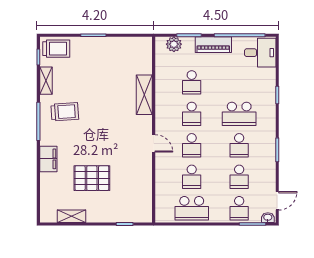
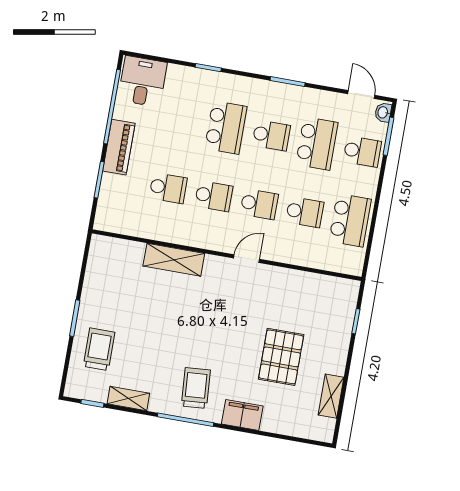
plant: (174, 44) -> (108, 204), removed
trolley: (56, 49) -> (99, 349), moved
trolley: (65, 112) -> (196, 388), moved
school desk: (239, 177) -> (317, 143), width x1.85

